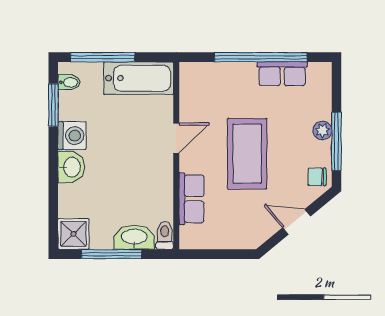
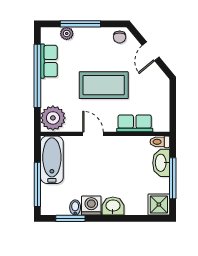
plant: (199, 80) -> (53, 118), added
bidet: (69, 82) -> (75, 208), moved
plant: (322, 130) -> (67, 33), moved
window: (336, 141) -> (80, 24), moved

